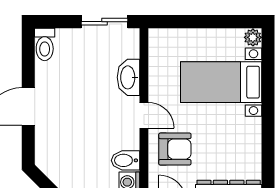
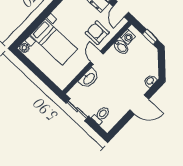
toilet: (45, 44) -> (101, 115), moved
washbasin: (43, 152) -> (150, 81), added

